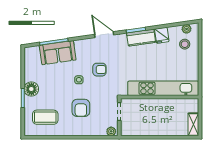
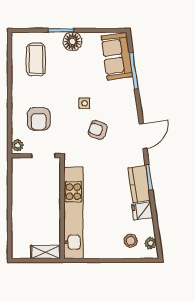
sofa: (58, 53) -> (117, 56), moved
armchair: (99, 70) -> (98, 130), turned 110
armchair: (81, 108) -> (39, 119), moved, turned -90
shelving: (193, 124) -> (45, 252), moved

